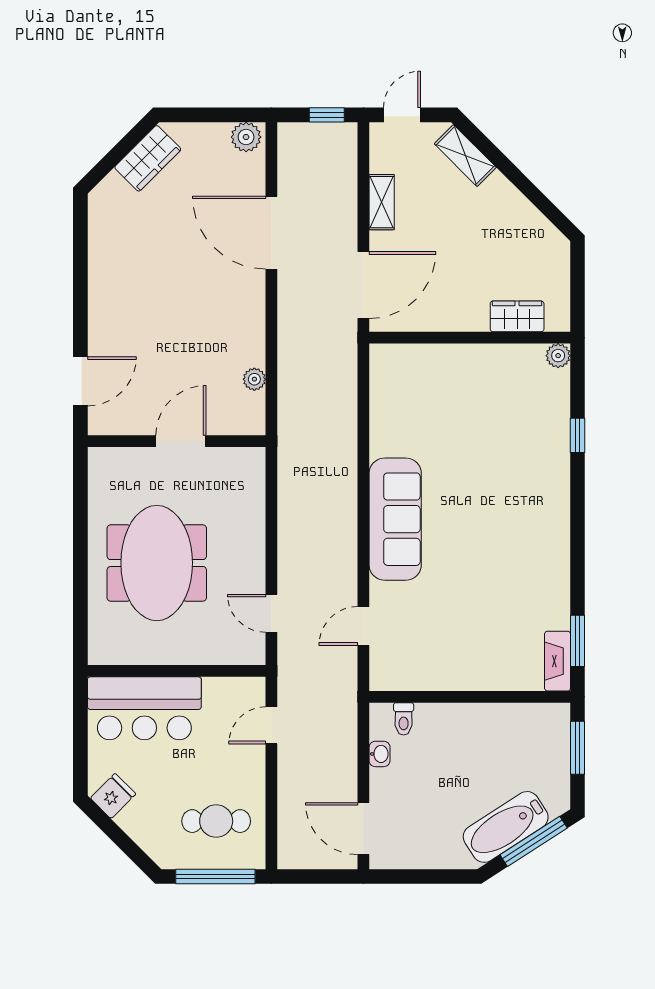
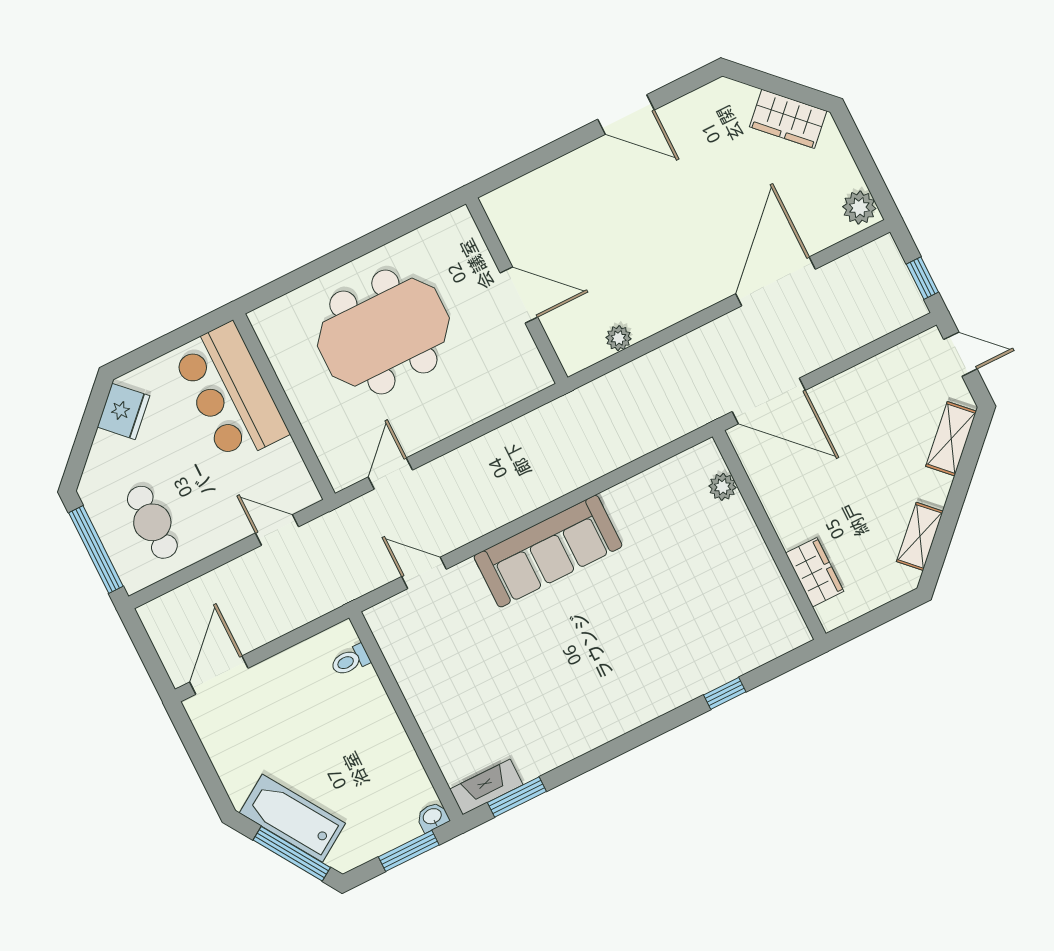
shelving: (382, 202) -> (920, 536), moved, turned -45
plant: (558, 356) -> (722, 487), moved
door: (80, 381) -> (626, 115), moved
washbasin: (380, 754) -> (433, 817), moved, turned 180
fridge: (113, 796) -> (124, 411), width x1.38

